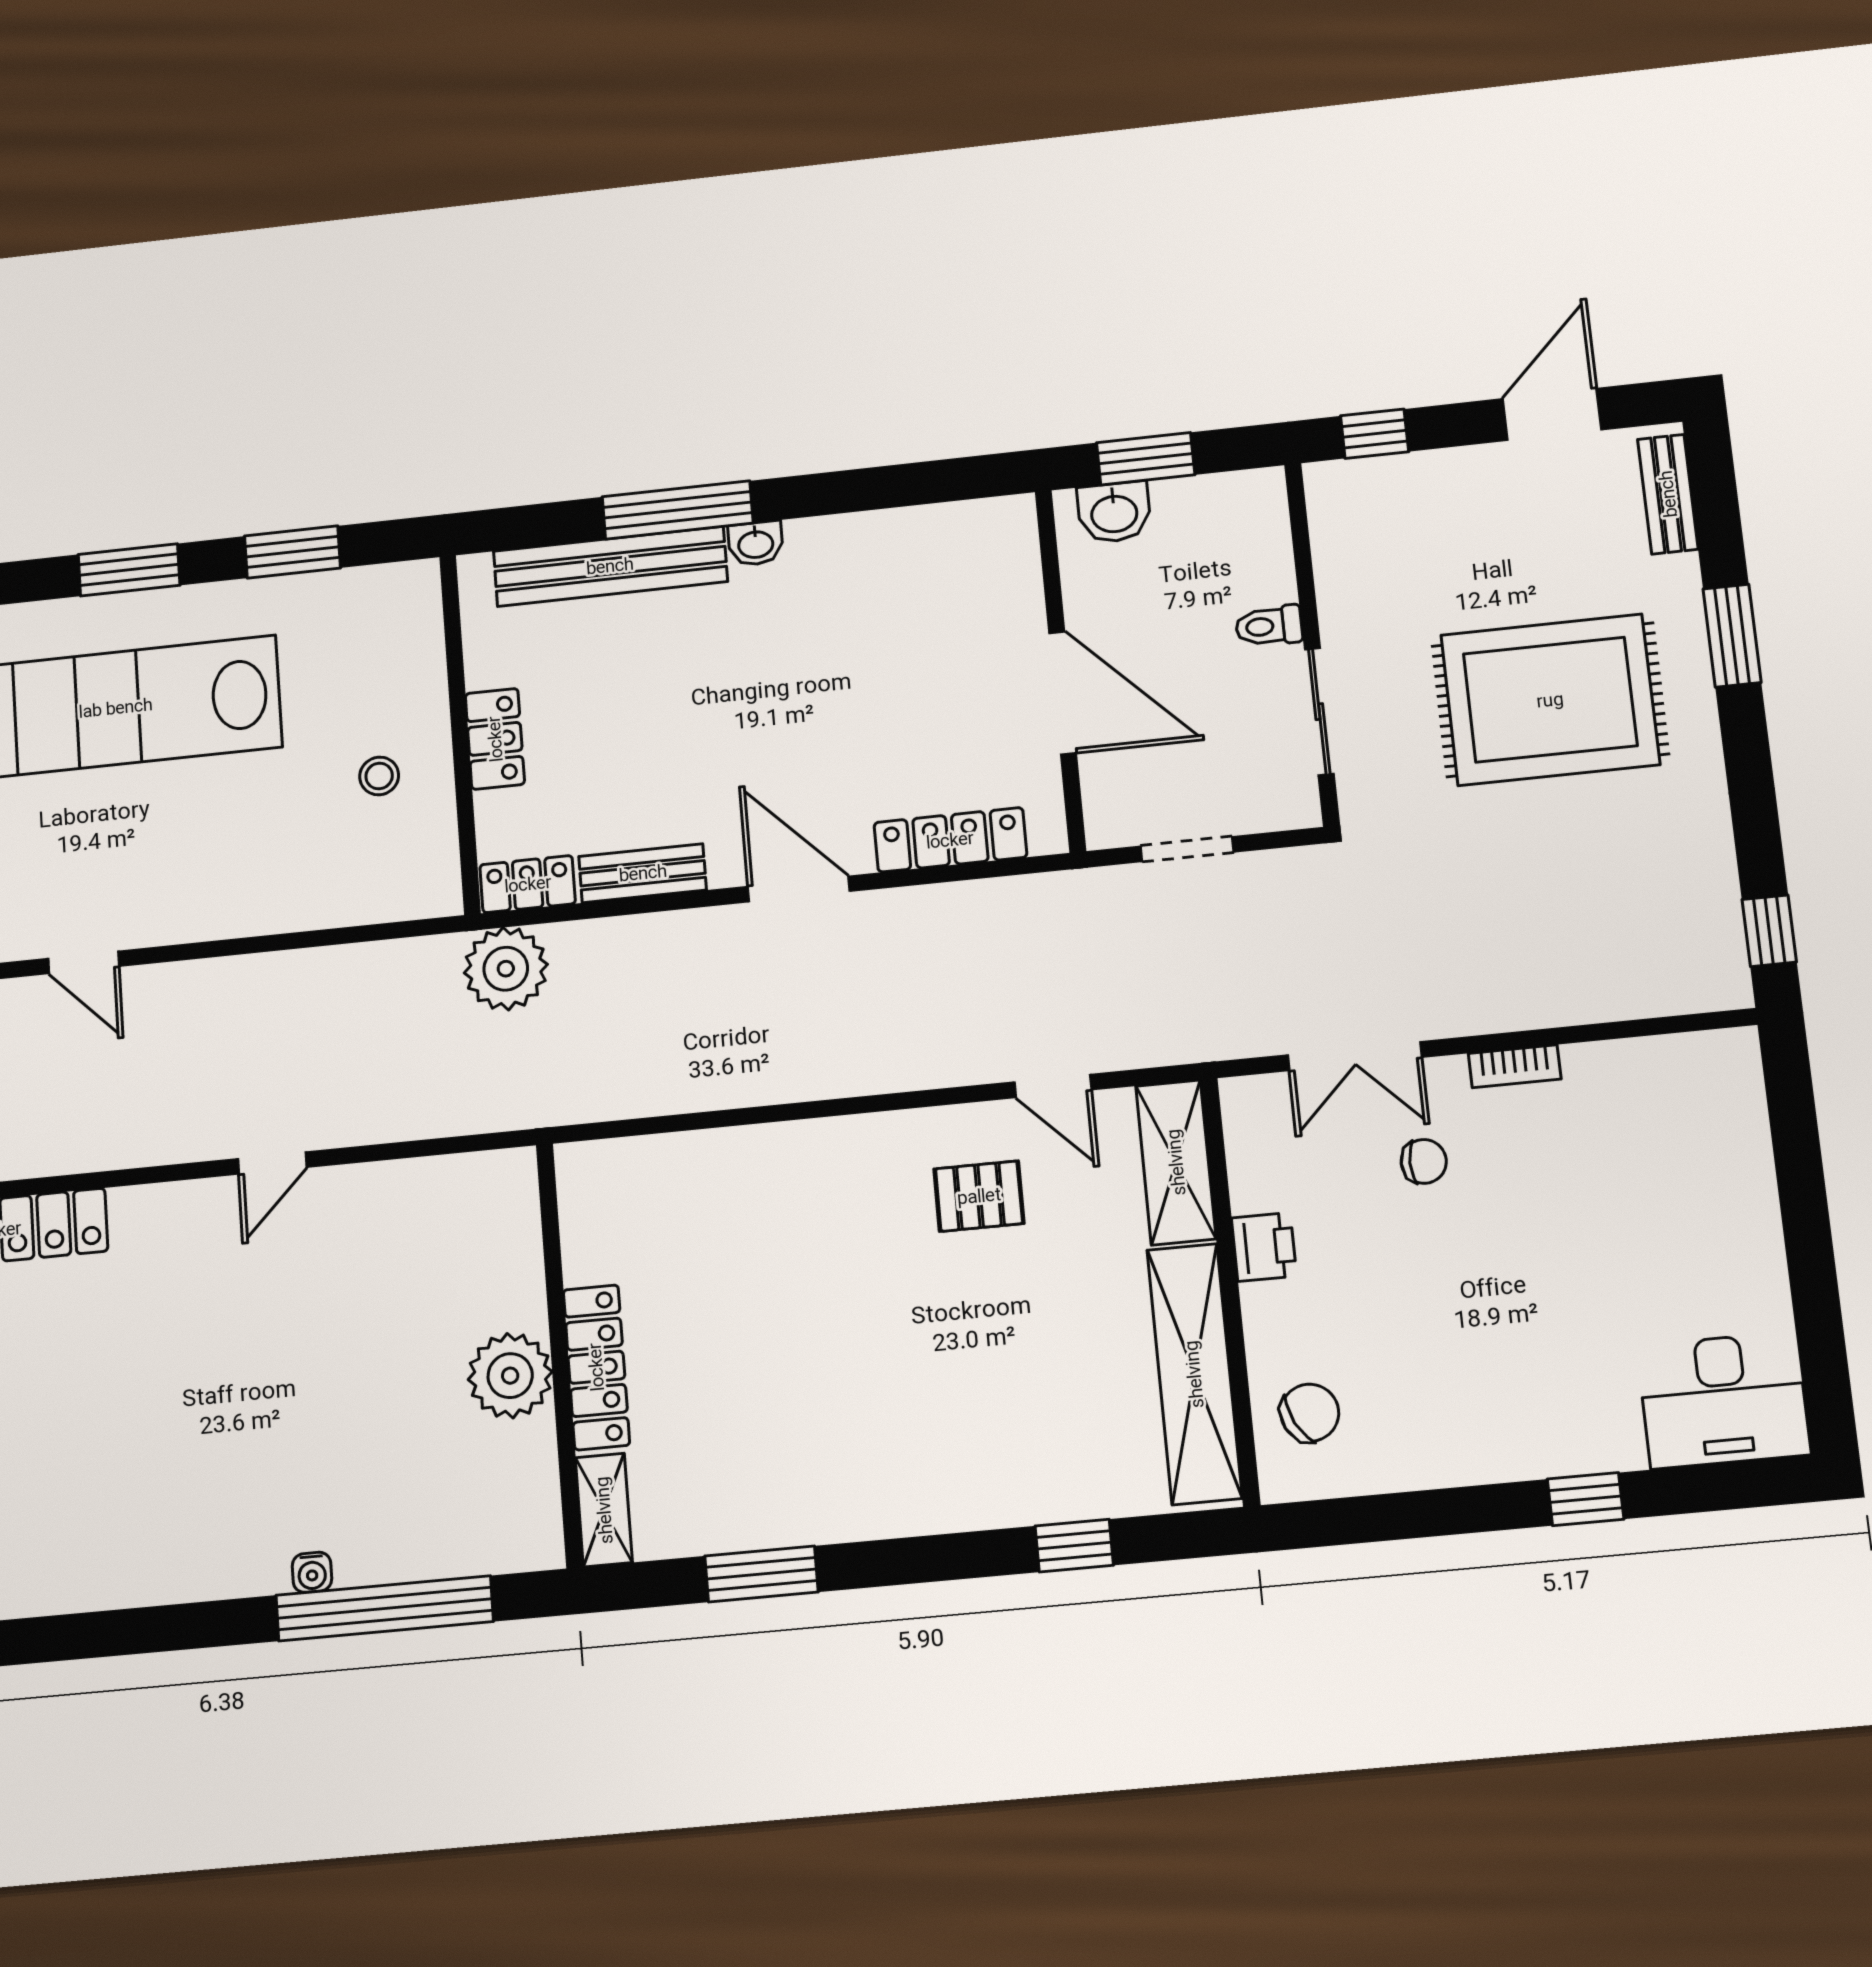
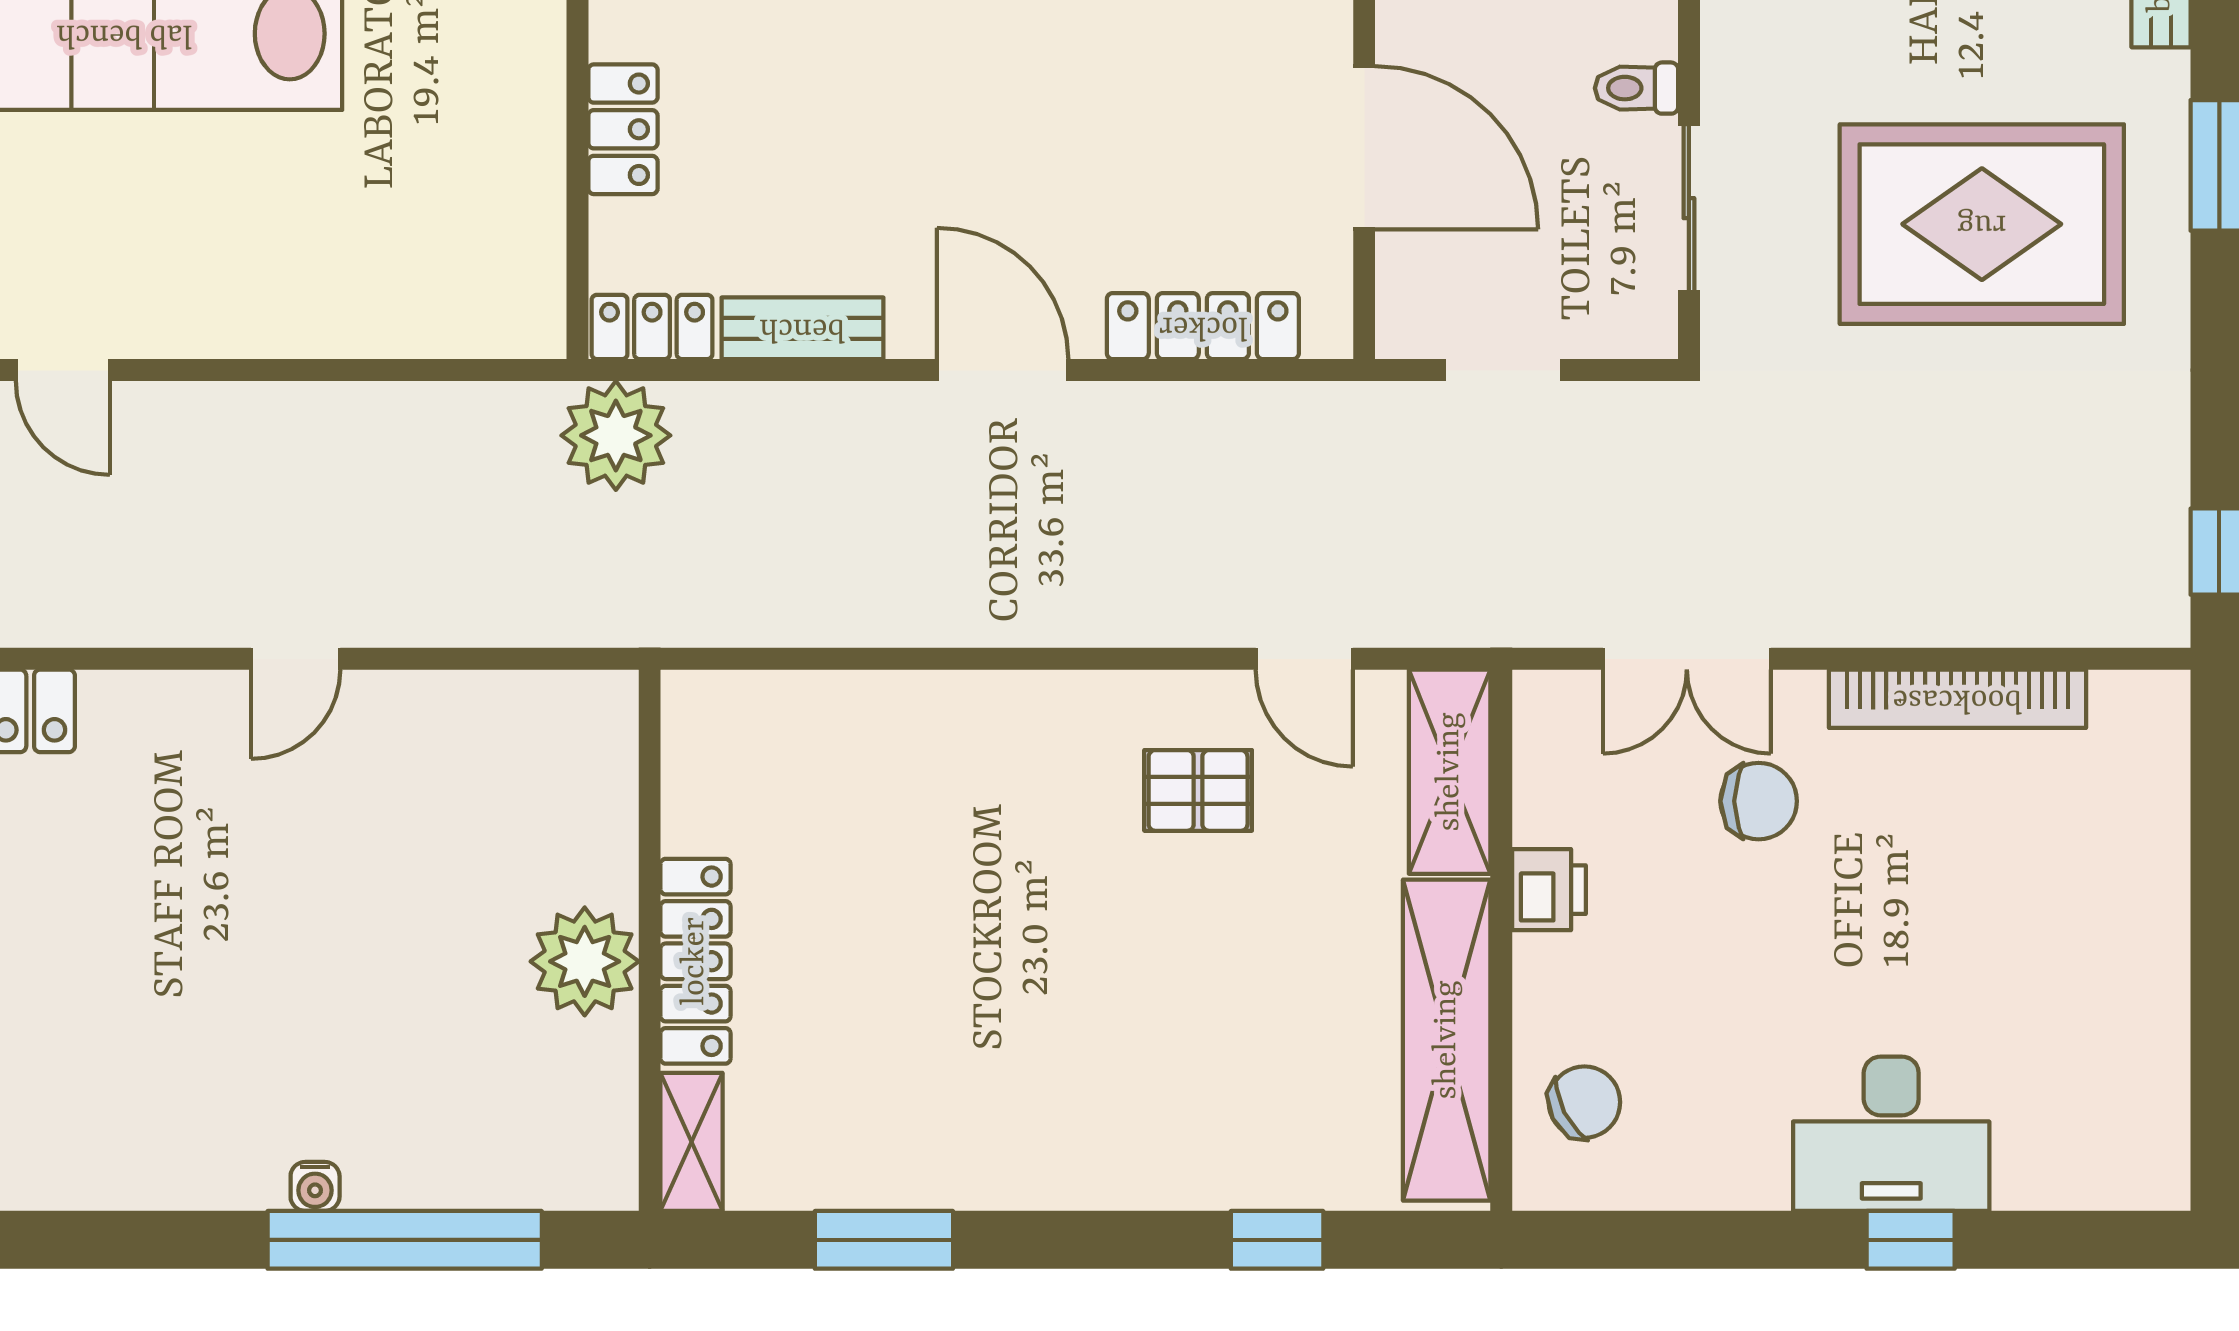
stool: (379, 776) -> (468, 163), removed
bookcase: (1515, 1066) -> (1957, 699), width x2.31, depth x1.31
chair: (1424, 1161) -> (1759, 801), width x1.37, depth x1.37
desk: (1723, 1400) -> (1891, 1134), moved

